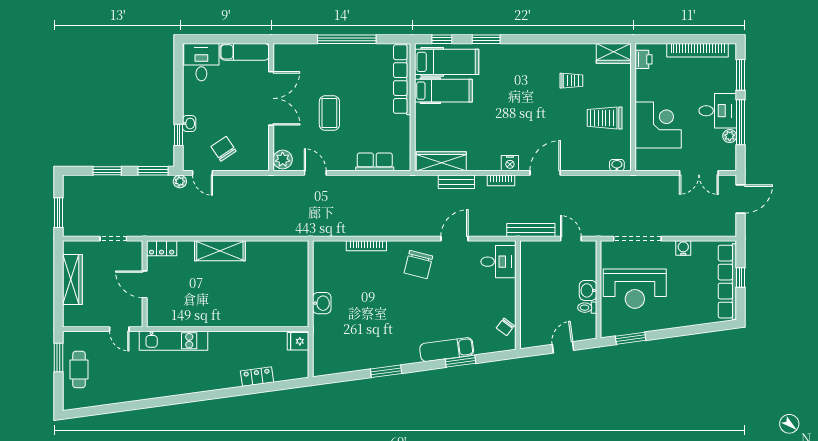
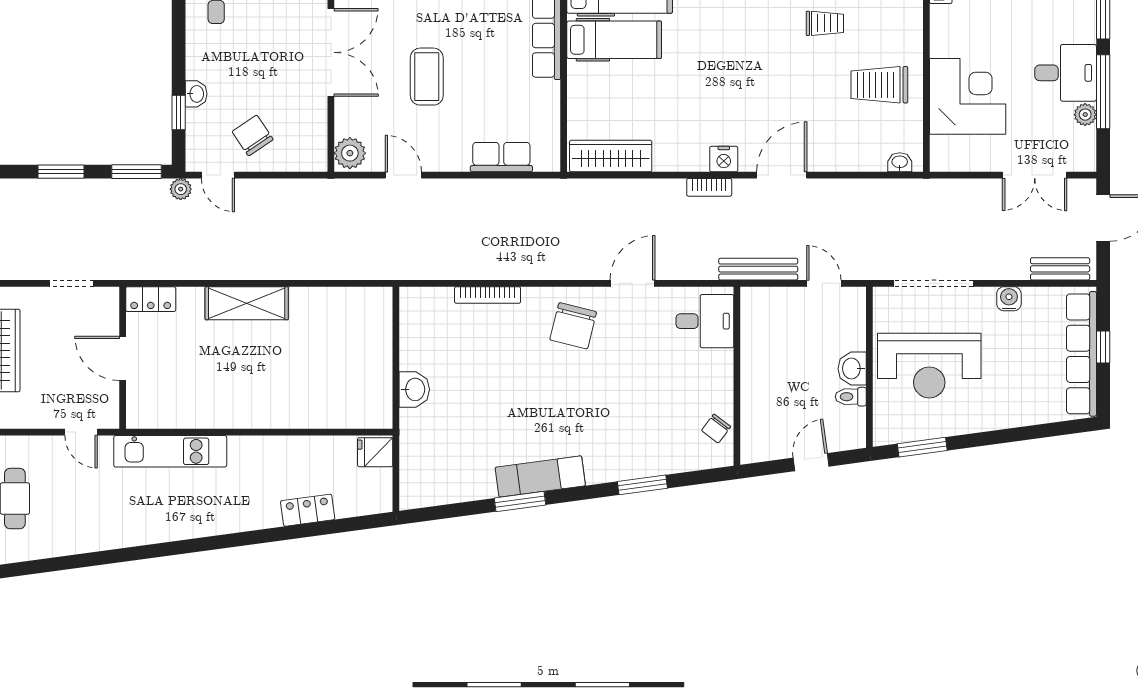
bench: (456, 182) -> (1060, 269), moved
exam couch: (447, 350) -> (540, 476), moved

